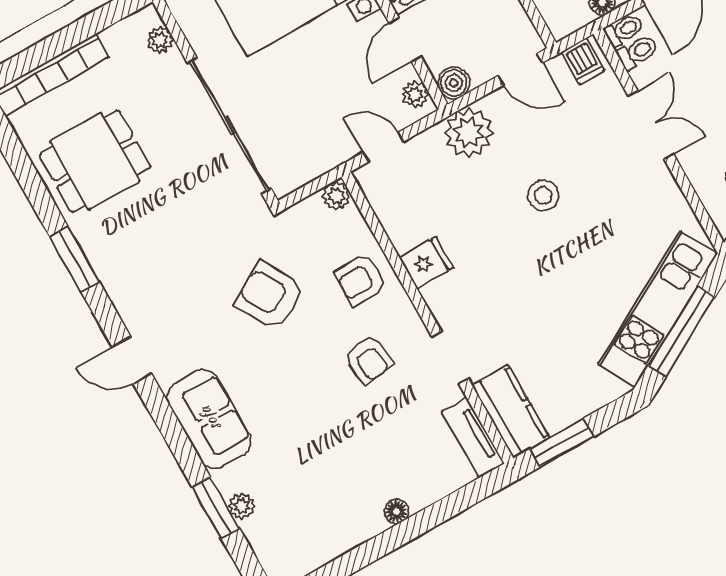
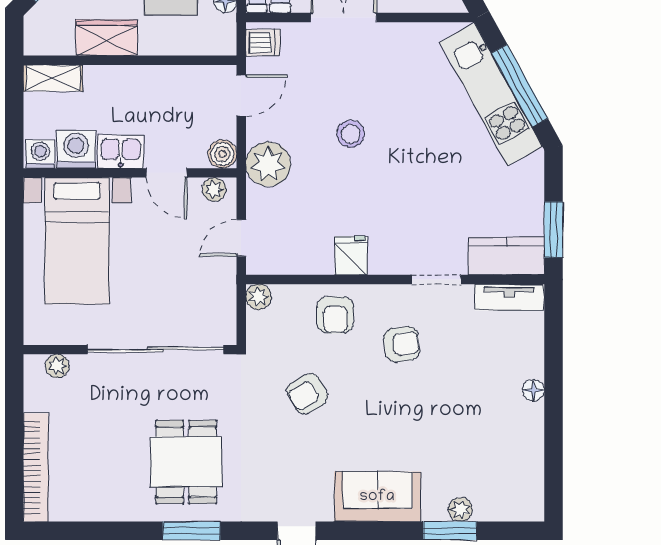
dining table: (95, 161) -> (186, 462), moved
armchair: (270, 296) -> (307, 394), width x0.72, depth x0.72

